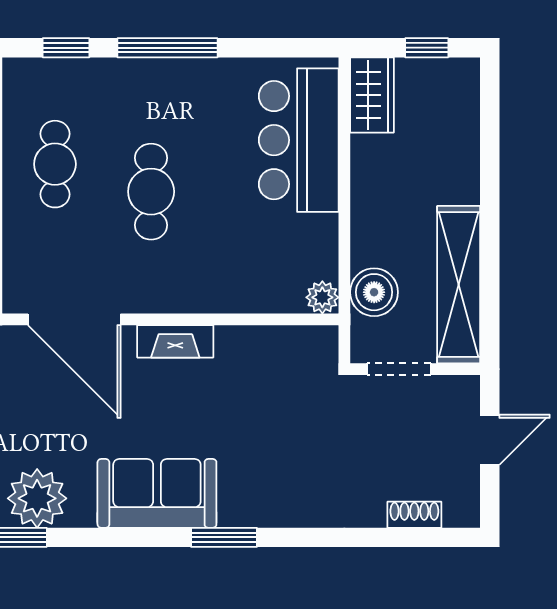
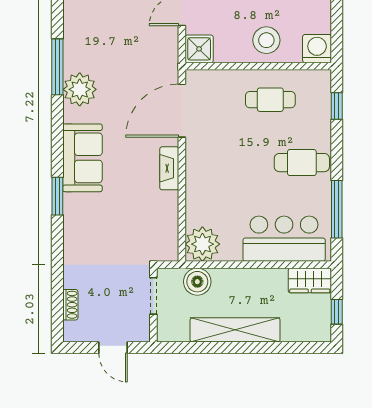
window: (167, 48) -> (337, 209), moved
cafe table: (151, 192) -> (302, 163), moved
shelving: (459, 285) -> (235, 330), moved
plant: (322, 297) -> (202, 244), width x1.88, depth x1.88

